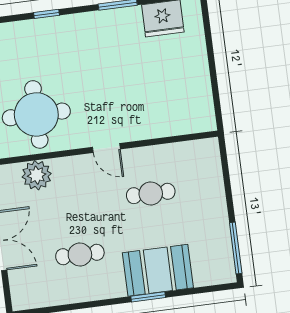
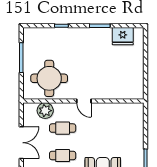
cafe table: (151, 193) -> (63, 128), moved

